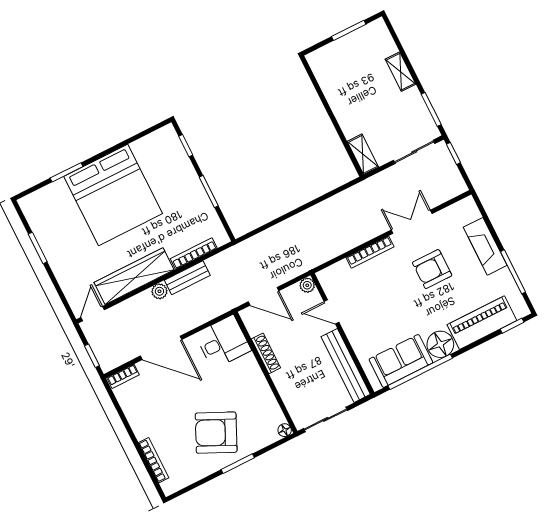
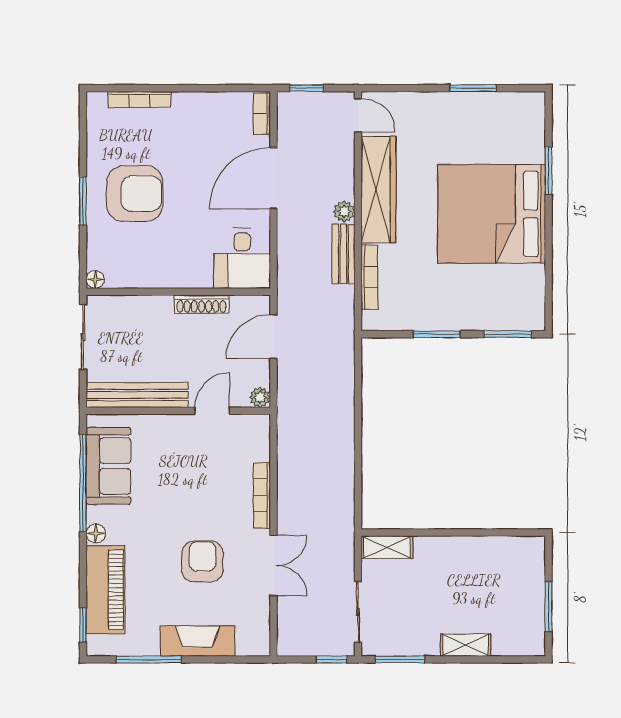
window: (186, 146) -> (507, 334), width x1.50
floor lamp: (440, 344) -> (96, 534), width x0.53, depth x0.53
armchair: (216, 433) -> (135, 194), turned 65

